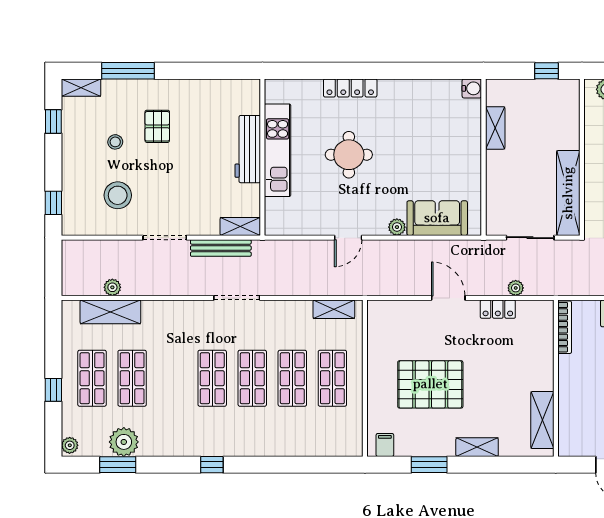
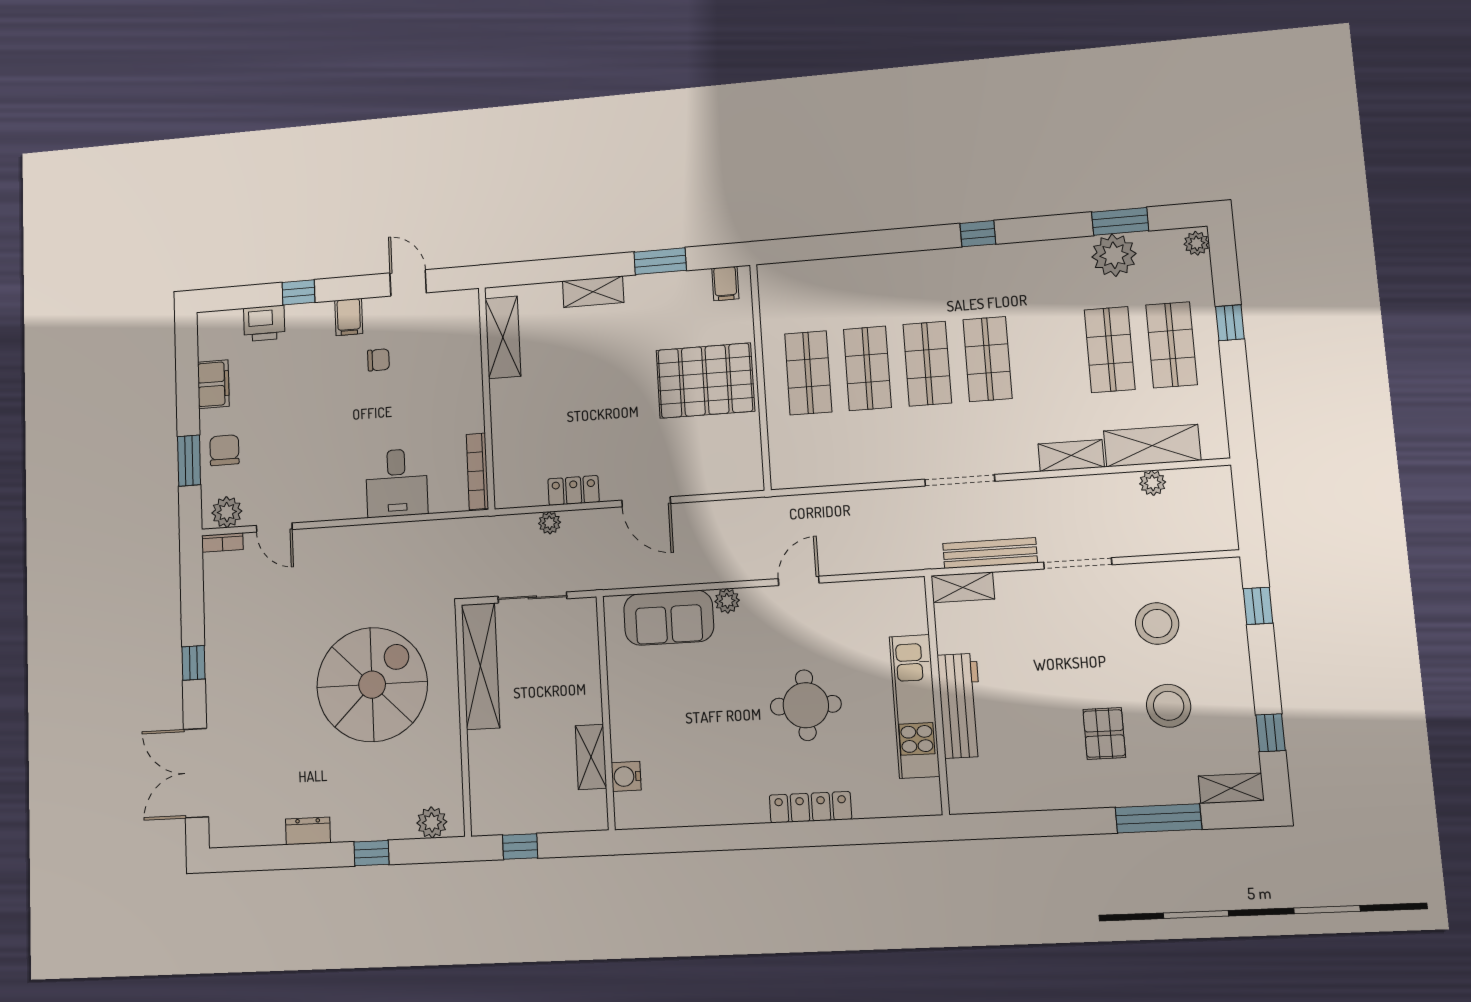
water cooler: (472, 88) -> (626, 776), moved
stool: (115, 142) -> (1169, 706), width x1.89, depth x1.89
shelving: (334, 309) -> (1071, 455), moved
pallet: (430, 384) -> (705, 381), moved

